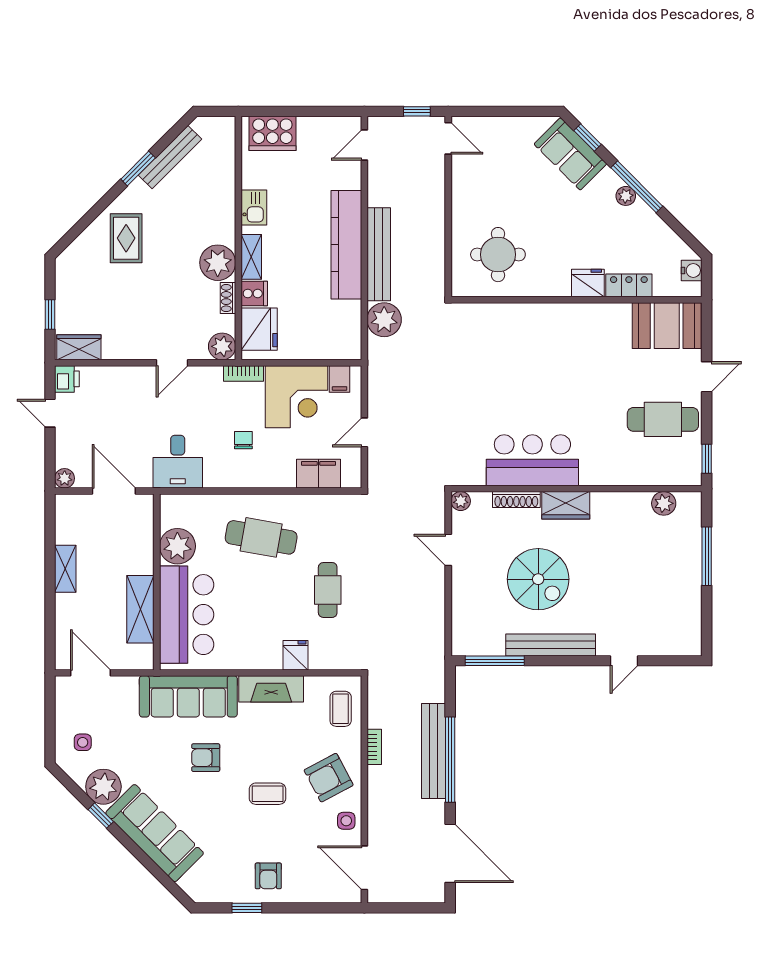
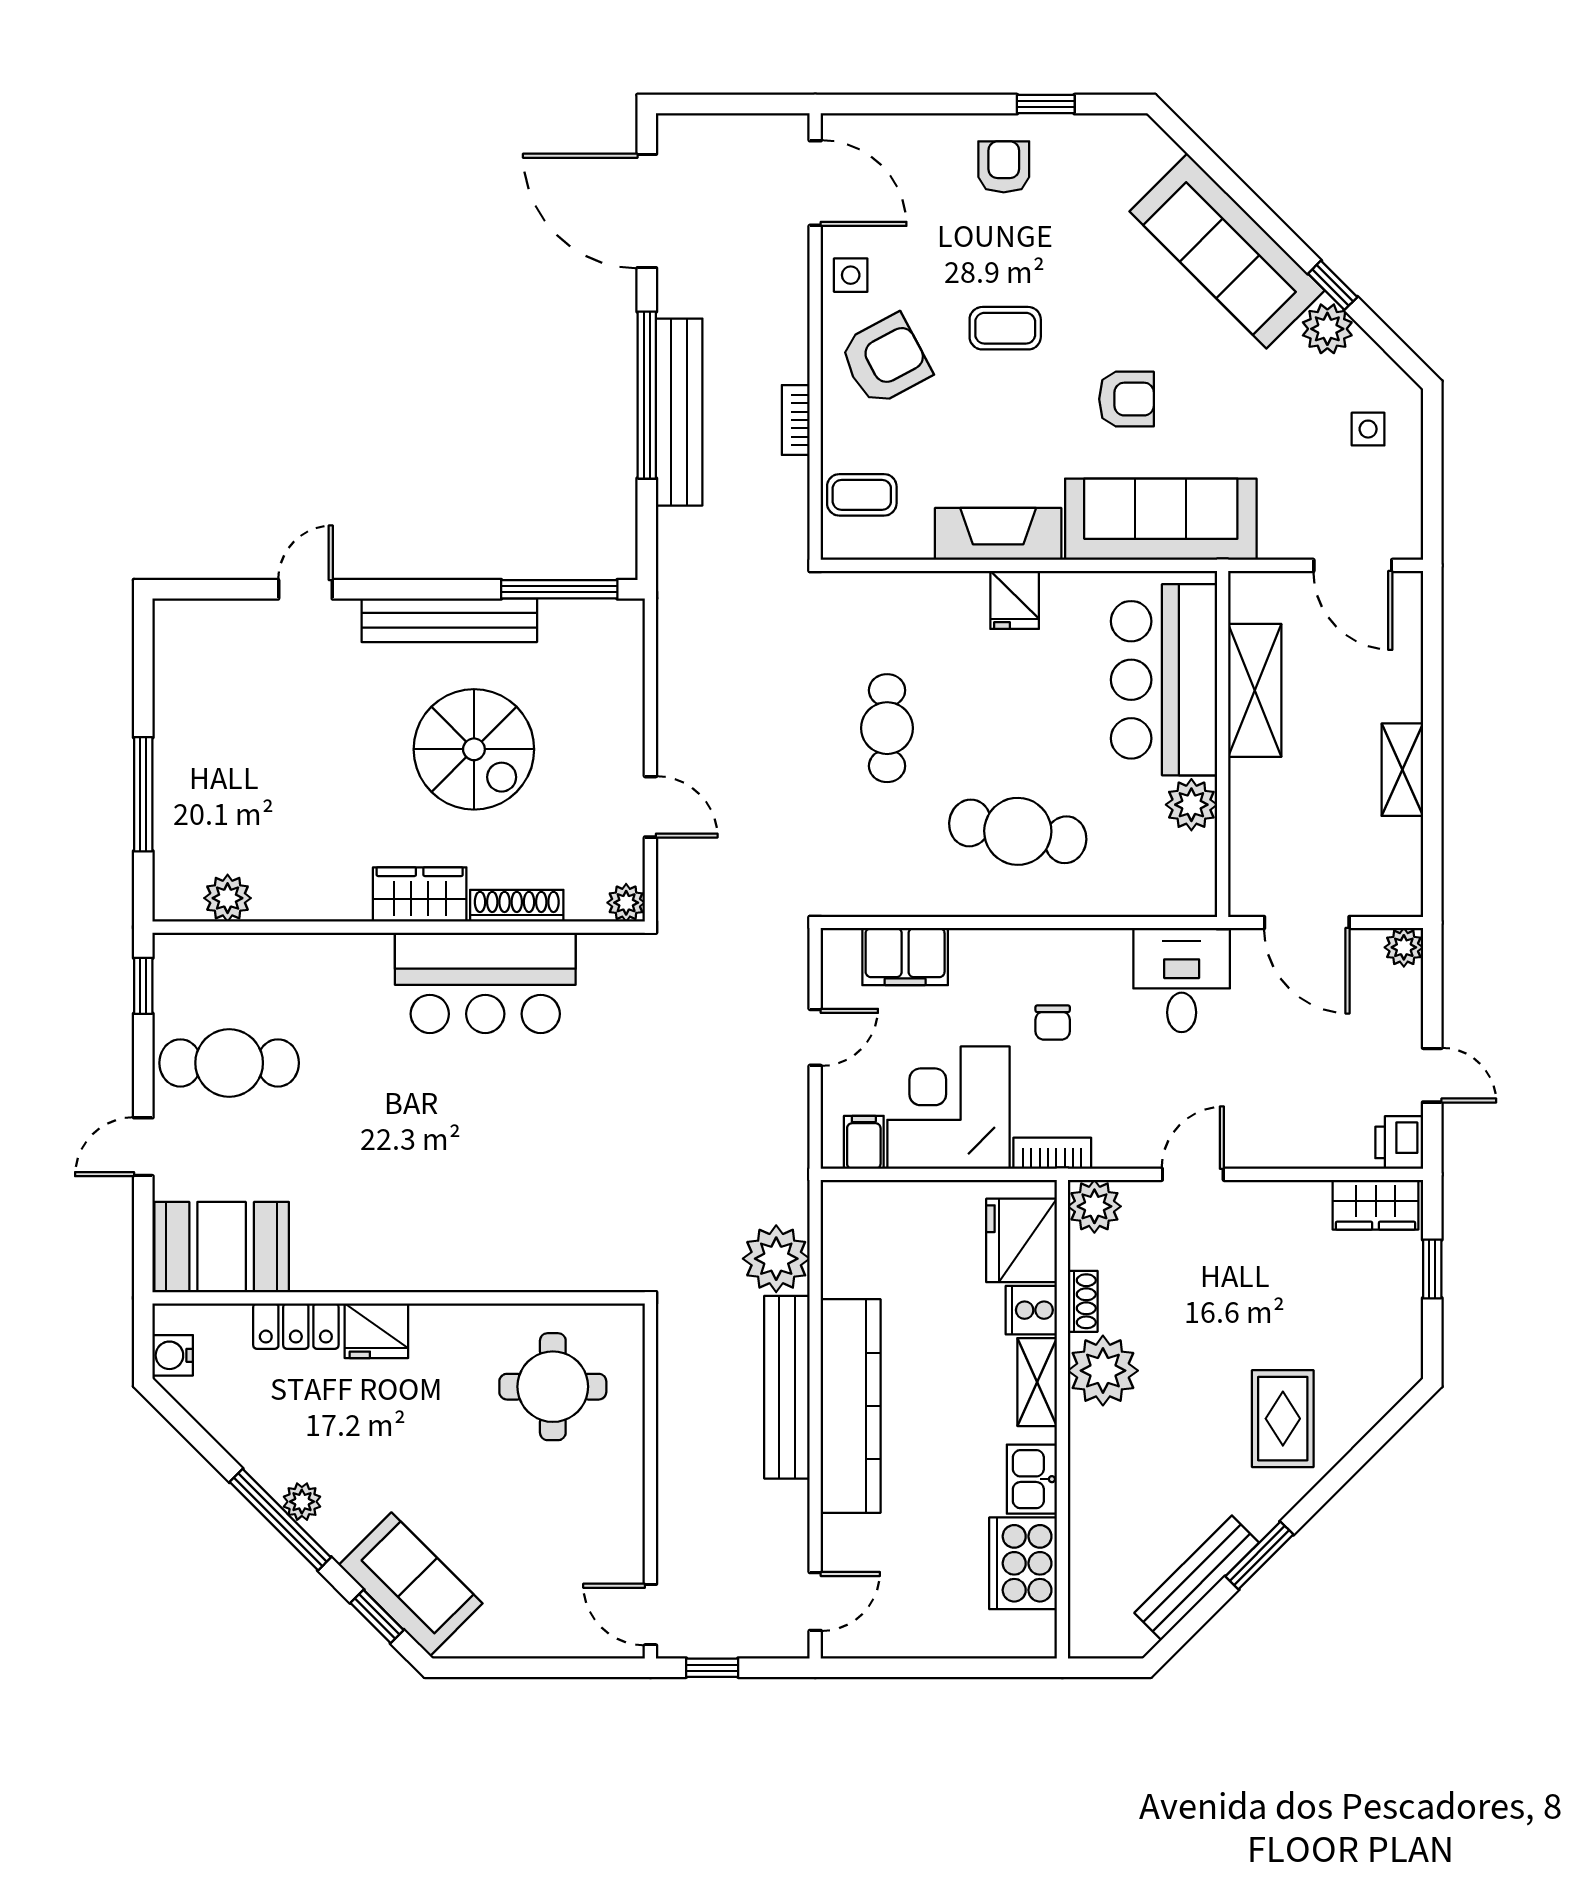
cooker: (272, 133) -> (1023, 1563), moved, turned -90
plant: (177, 546) -> (1191, 805), width x0.73, depth x0.73
spiral stairs: (538, 579) -> (474, 749), turned 180
fridge: (296, 655) -> (1015, 600), moved
coffee table: (341, 709) -> (862, 495), turned 90
plant: (103, 787) -> (1327, 329), width x0.73, depth x0.73

